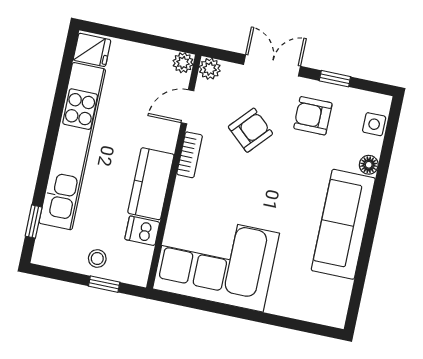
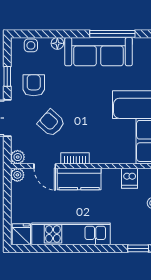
armchair: (313, 116) -> (34, 85), turned 180
kitchen unit: (72, 146) -> (71, 234), width x0.73
kitchen counter: (151, 184) -> (79, 179), moved
window: (366, 251) -> (112, 34), added

